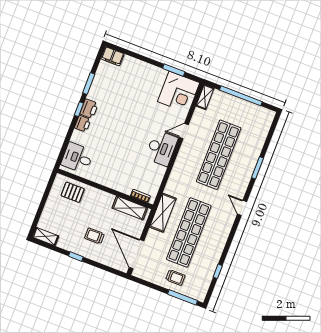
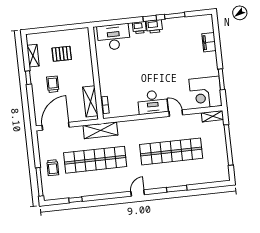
filing cabinet: (112, 56) -> (209, 42), moved
desk: (77, 158) -> (114, 37), width x1.37
pallet: (73, 192) -> (62, 54), moved, turned 90
shelving: (46, 236) -> (33, 56), moved

